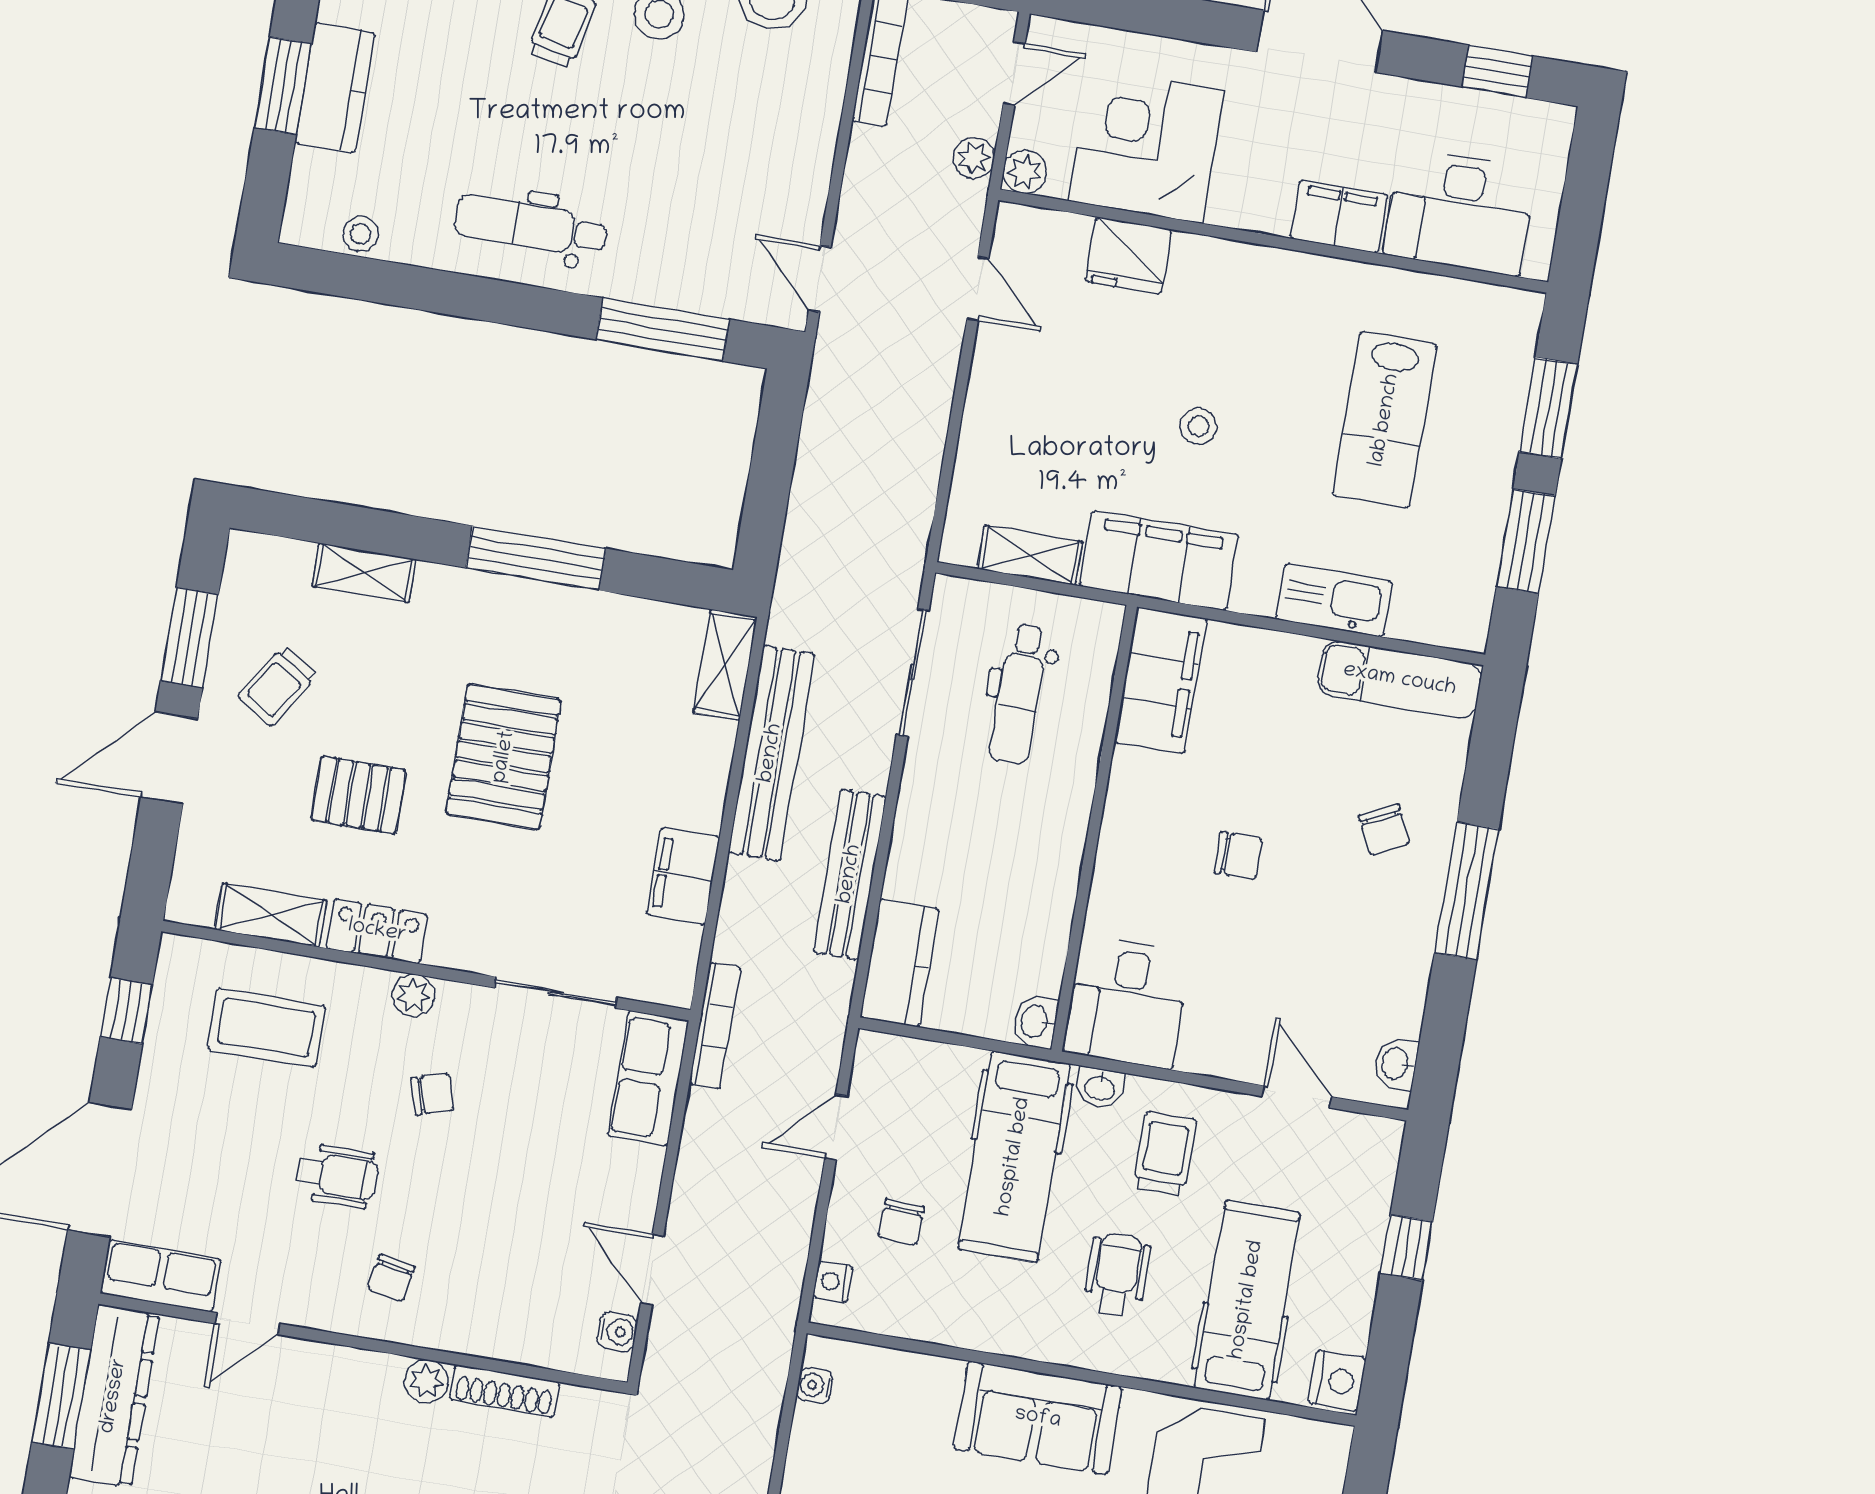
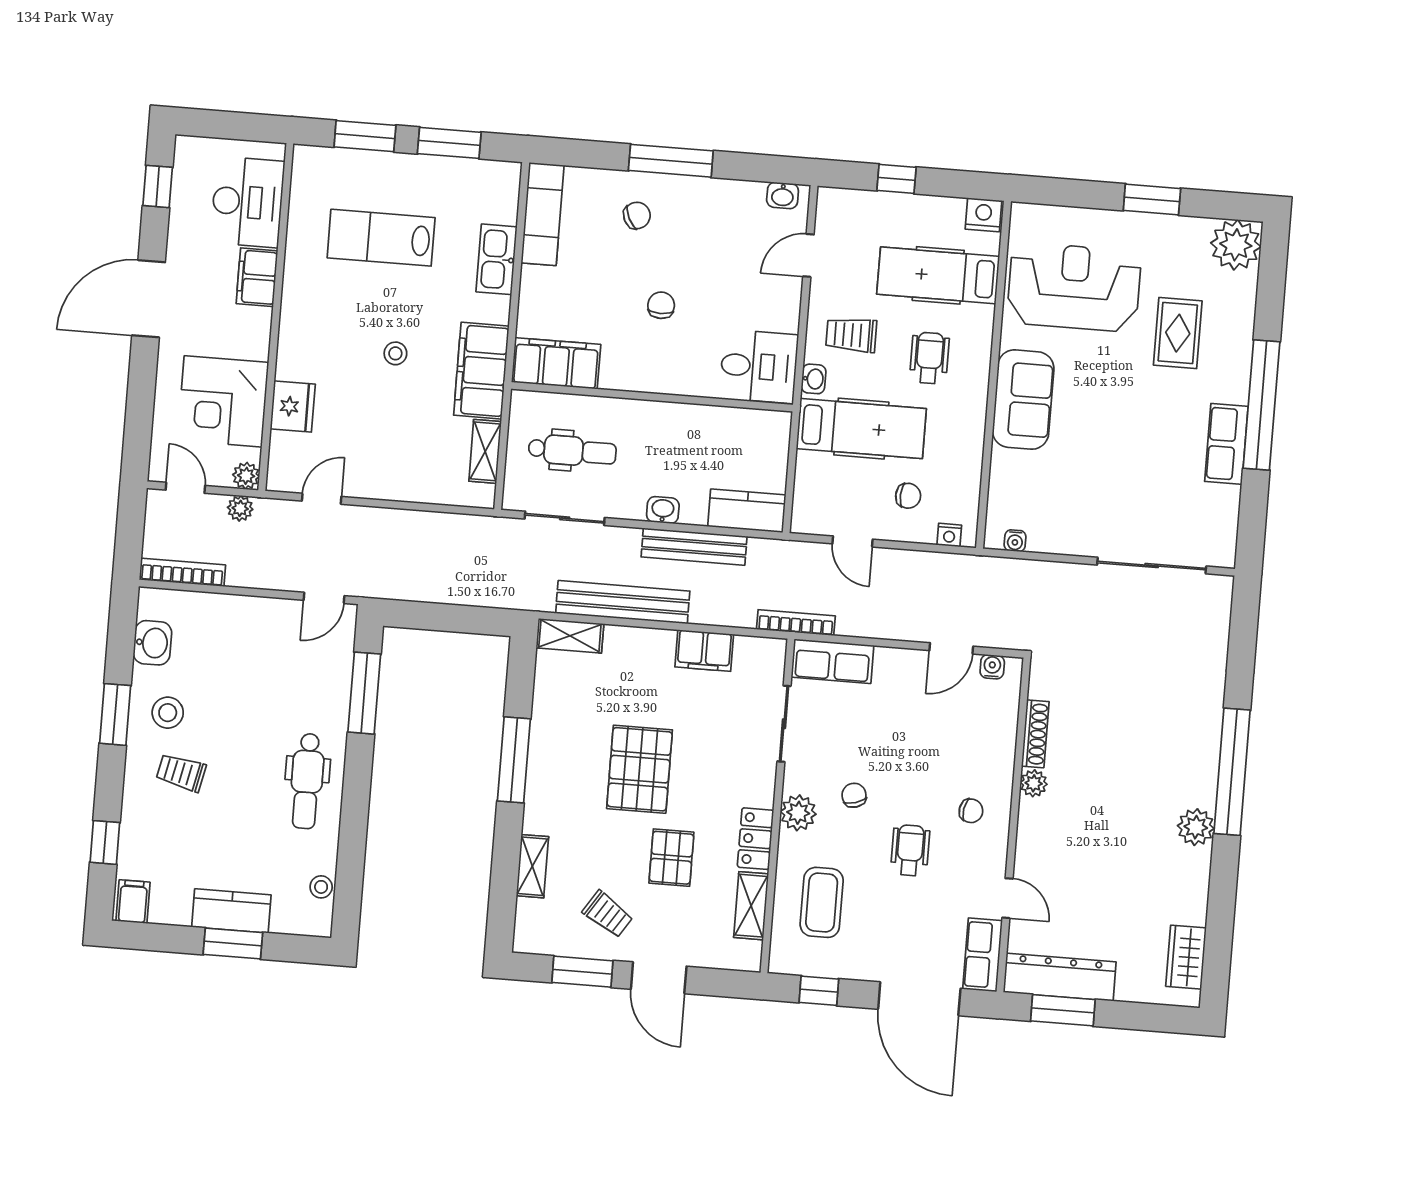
lab bench: (1385, 420) -> (381, 238), turned 180
pallet: (504, 757) -> (640, 769), turned 90
plant: (413, 995) -> (798, 813), width x1.38, depth x1.38
washbasin: (1035, 1021) -> (663, 510), moved, turned 180
wheelchair: (1117, 1275) -> (929, 358), turned 90

